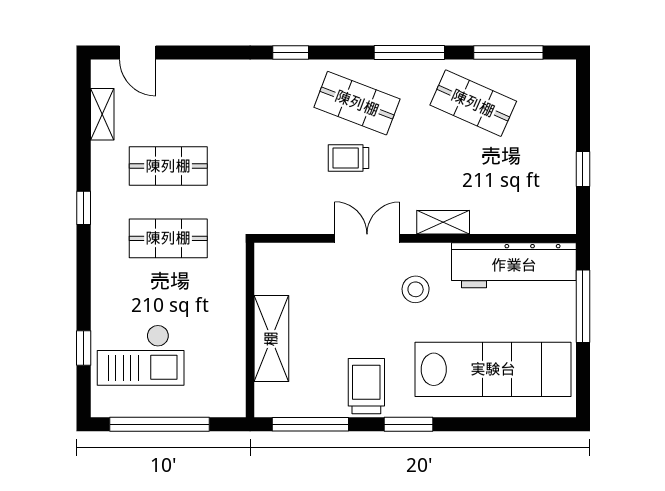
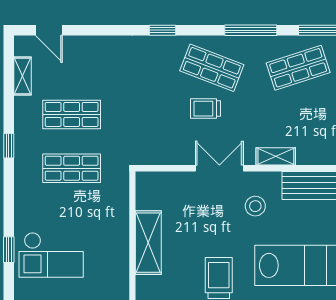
shop shelf: (473, 103) -> (298, 68), turned -42

